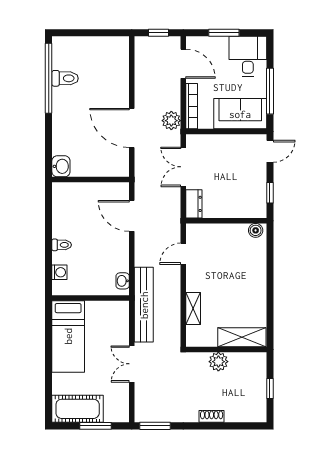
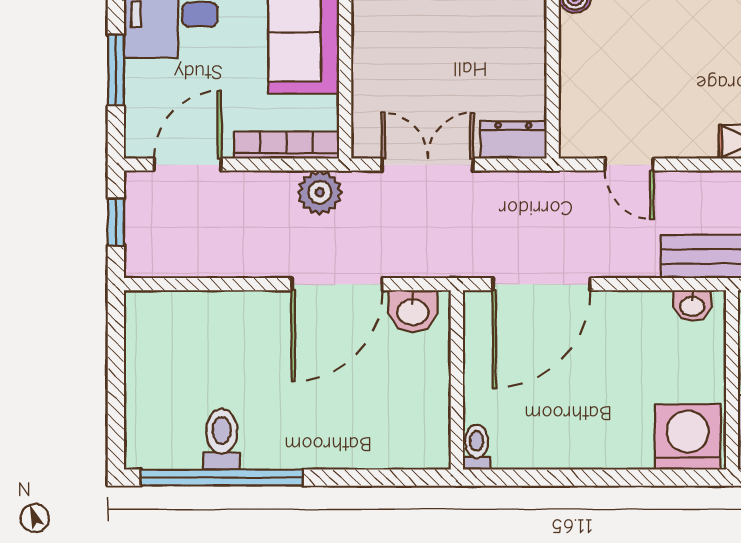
washbasin: (61, 166) -> (413, 311), moved, turned 180
double door: (183, 167) -> (427, 165), swing flipped
door: (132, 216) -> (541, 284), width x1.36
toilet: (62, 245) -> (477, 447), moved
washing machine: (59, 272) -> (688, 437), width x1.89, depth x1.89

